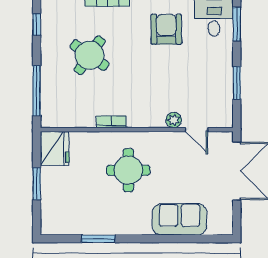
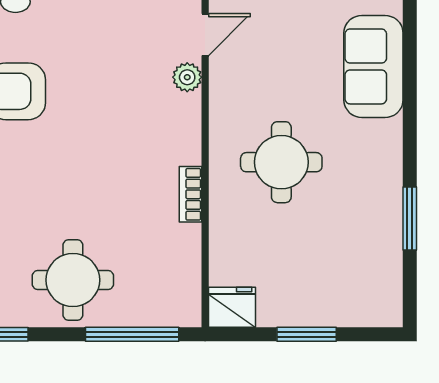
round table: (90, 55) -> (73, 280), moved, turned -35
fridge: (55, 148) -> (232, 307), width x0.73, depth x0.75

